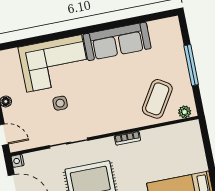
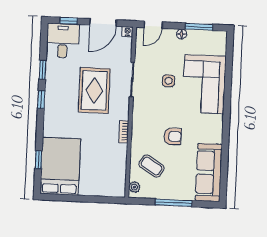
sofa: (117, 41) -> (209, 172), moved
armchair: (119, 84) -> (173, 136), added
coffee table: (157, 99) -> (152, 166), width x0.73, depth x0.77

